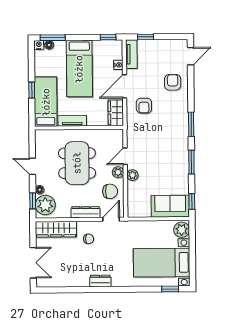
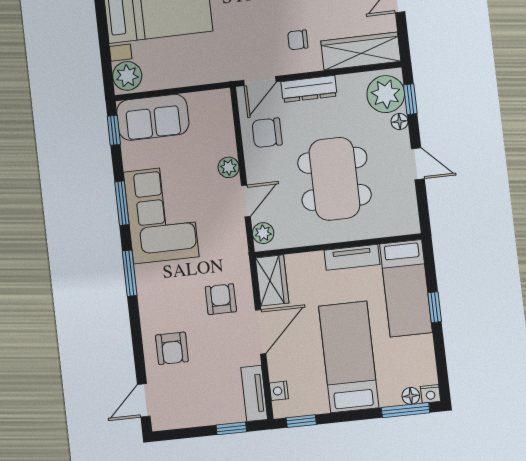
nightstand: (118, 65) -> (279, 391), moved
corner sofa: (171, 154) -> (161, 214), added
plant: (118, 172) -> (263, 233), moved

